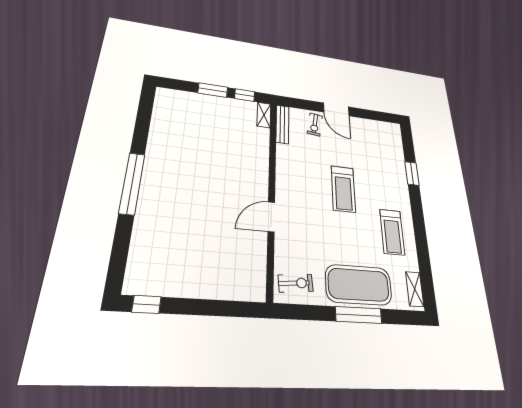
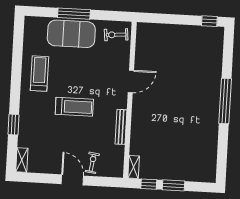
bench: (282, 124) -> (121, 127), moved
treadmill: (343, 189) -> (74, 107), turned 90
shelving: (415, 289) -> (22, 160), moved

